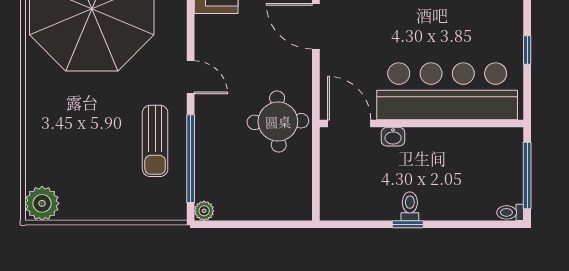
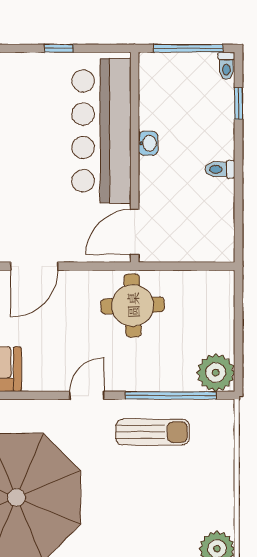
washbasin: (393, 137) -> (148, 143), moved
plant: (204, 211) -> (216, 373), width x1.87, depth x1.87
window: (408, 224) -> (239, 103), moved

